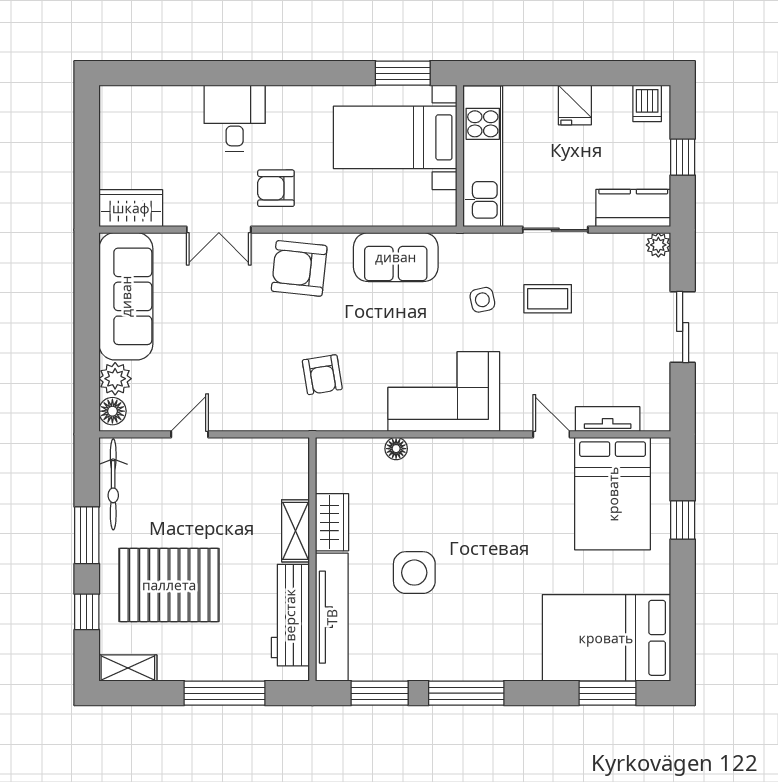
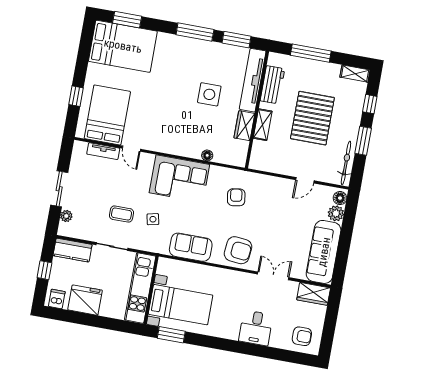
fridge: (575, 105) -> (85, 300), width x1.88, depth x1.34
armchair: (276, 188) -> (302, 336), moved
plant: (658, 245) -> (66, 216), moved
pallet: (169, 585) -> (312, 118), moved, turned 90
workbench: (290, 615) -> (272, 85), width x0.73

